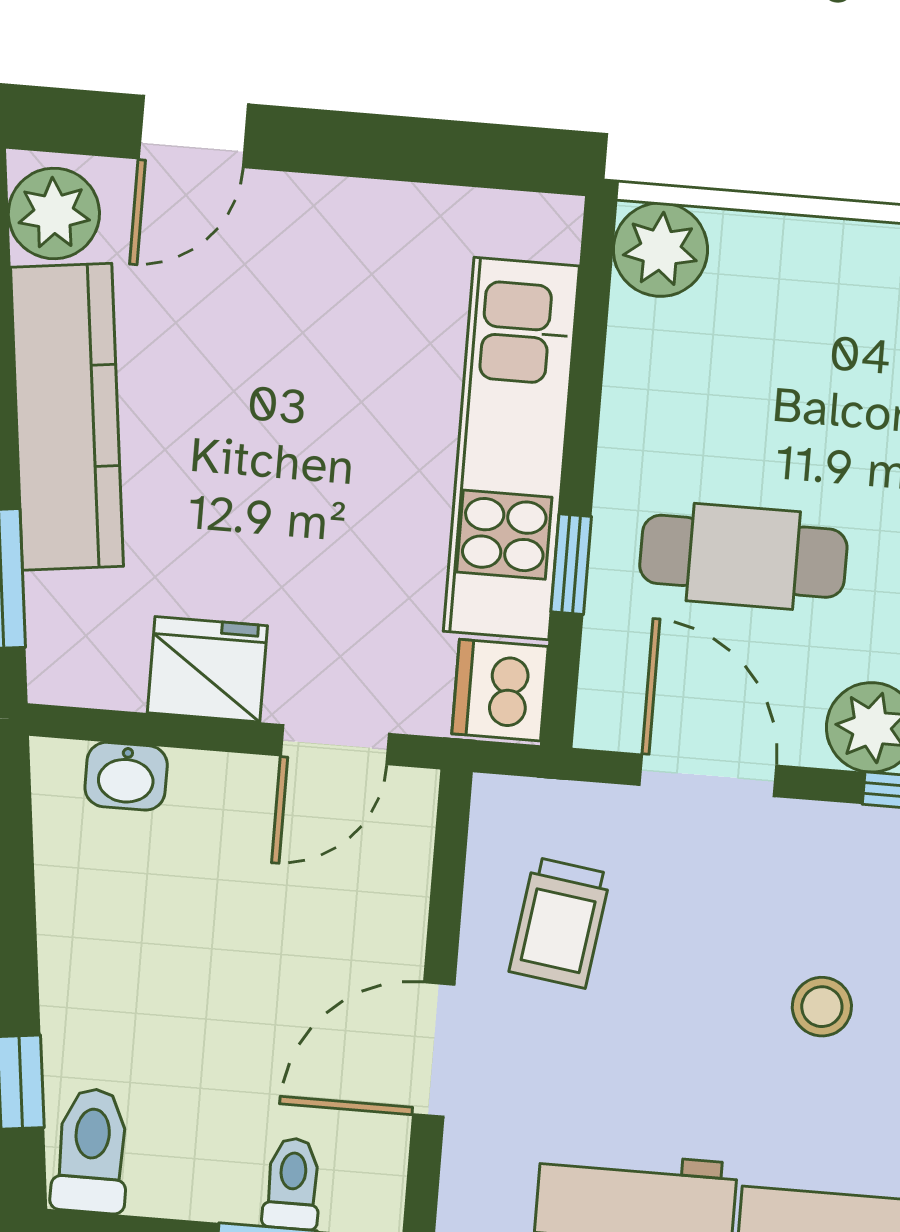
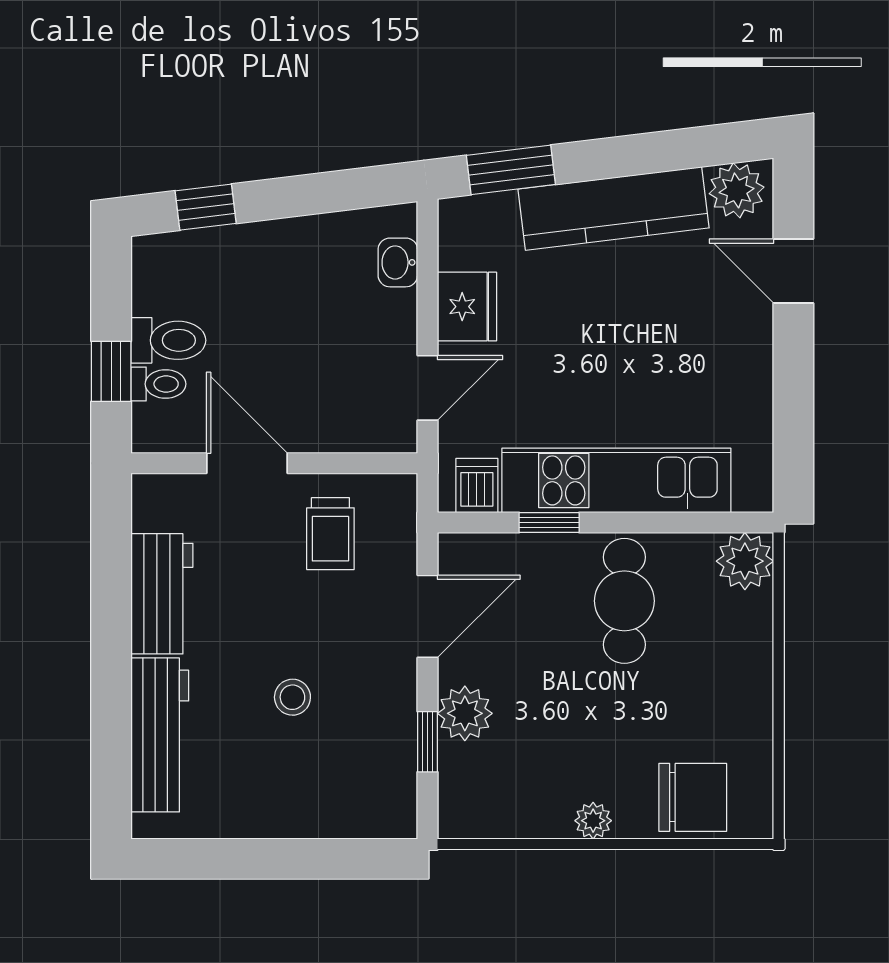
cafe table: (743, 556) -> (624, 601), moved
dishwasher: (500, 690) -> (477, 486), width x0.73
door: (335, 745) -> (427, 388), swing flipped
trolley: (560, 923) -> (330, 534), turned -98
toilet: (91, 1151) -> (168, 340), moved

